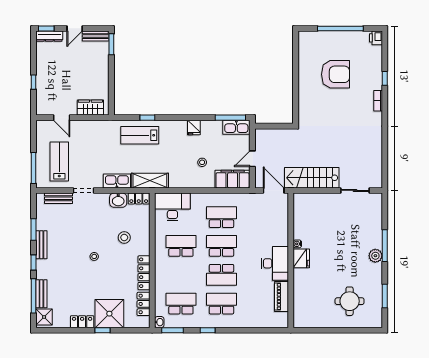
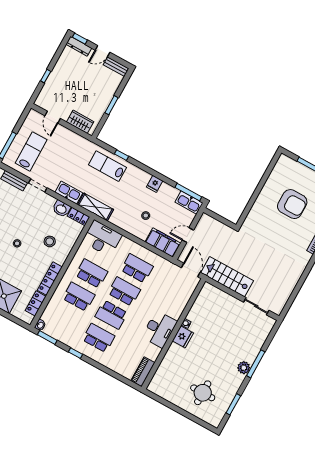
window: (111, 44) -> (111, 105), moved
piano: (282, 297) -> (143, 372), moved
school desk: (181, 304) -> (79, 297), moved

